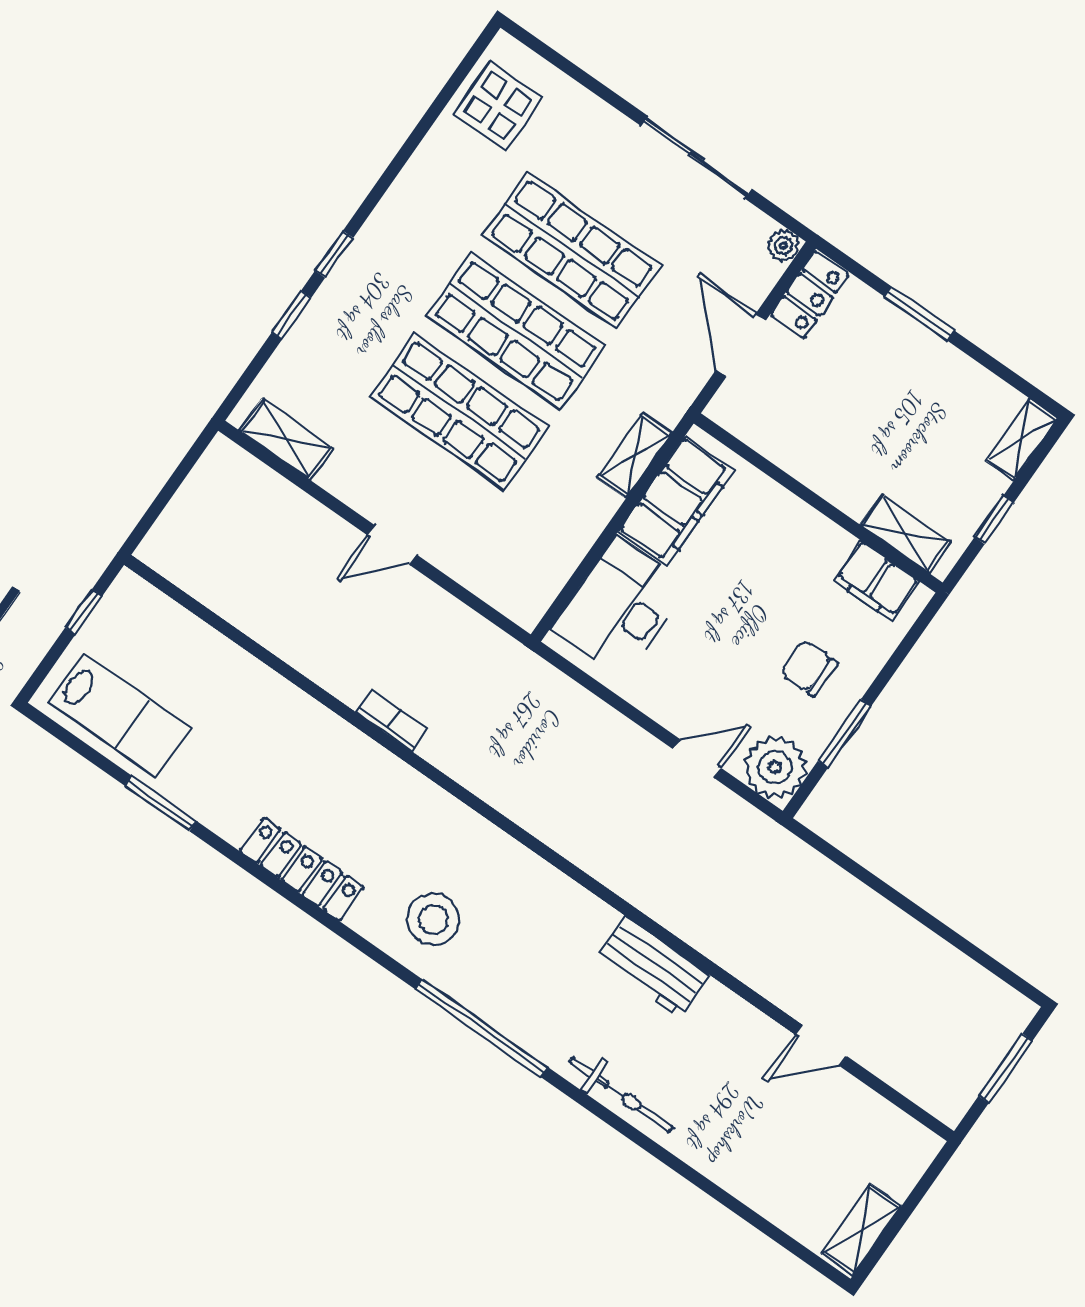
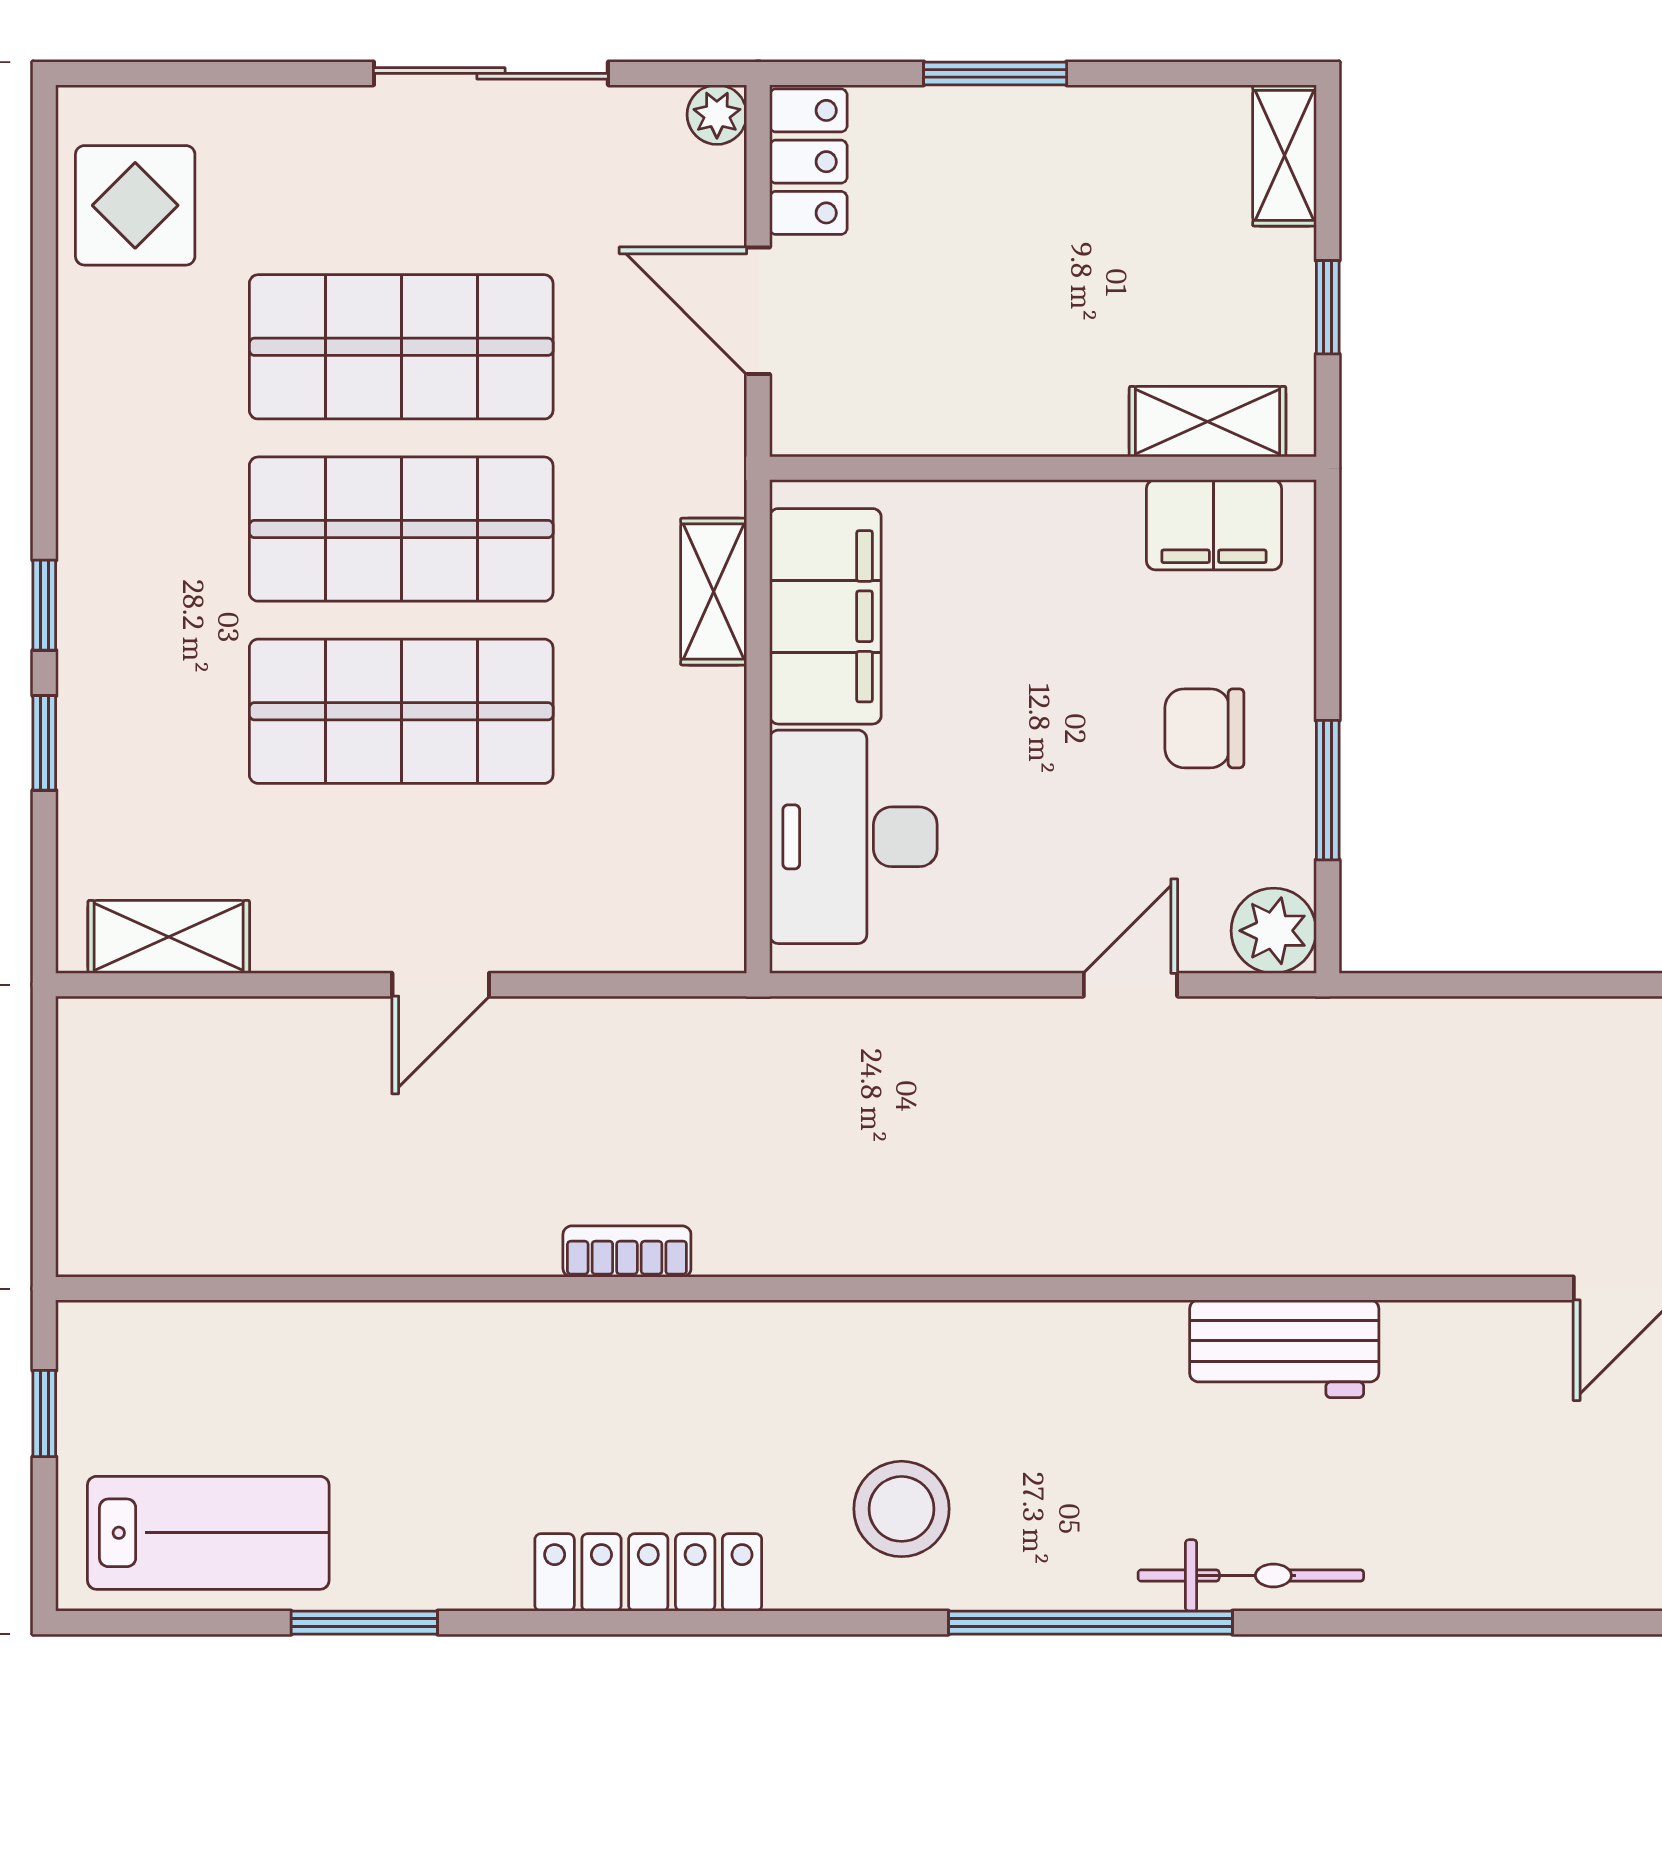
plant: (775, 767) -> (1274, 931), width x0.73, depth x0.73
bicycle: (621, 1095) -> (1251, 1575), moved

